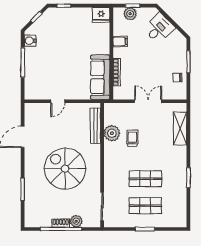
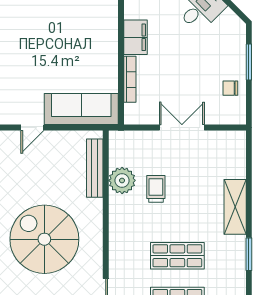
filing cabinet: (120, 42) -> (136, 37), width x2.00
sofa: (100, 77) -> (81, 109), moved, turned 90
shelving: (180, 128) -> (235, 207), moved

